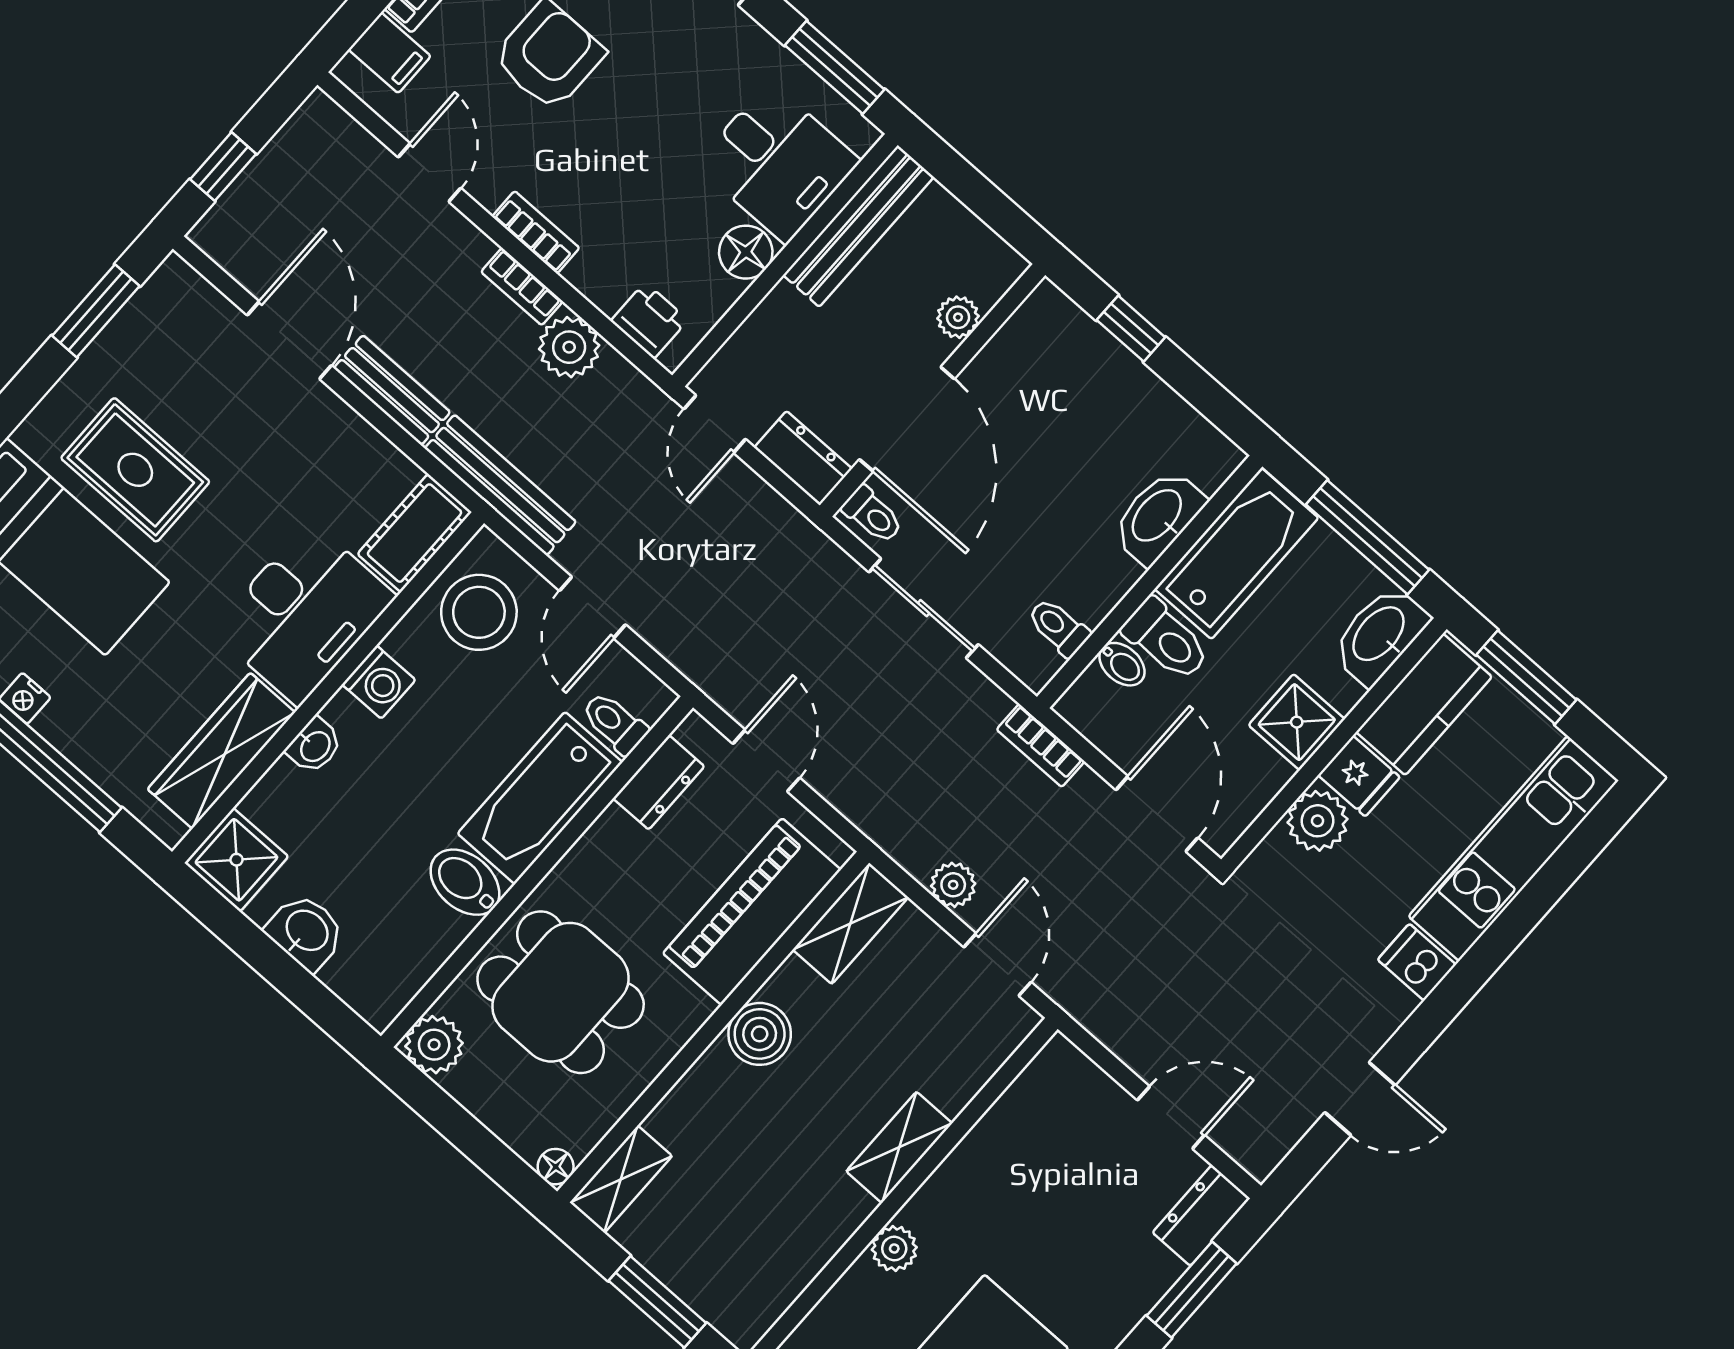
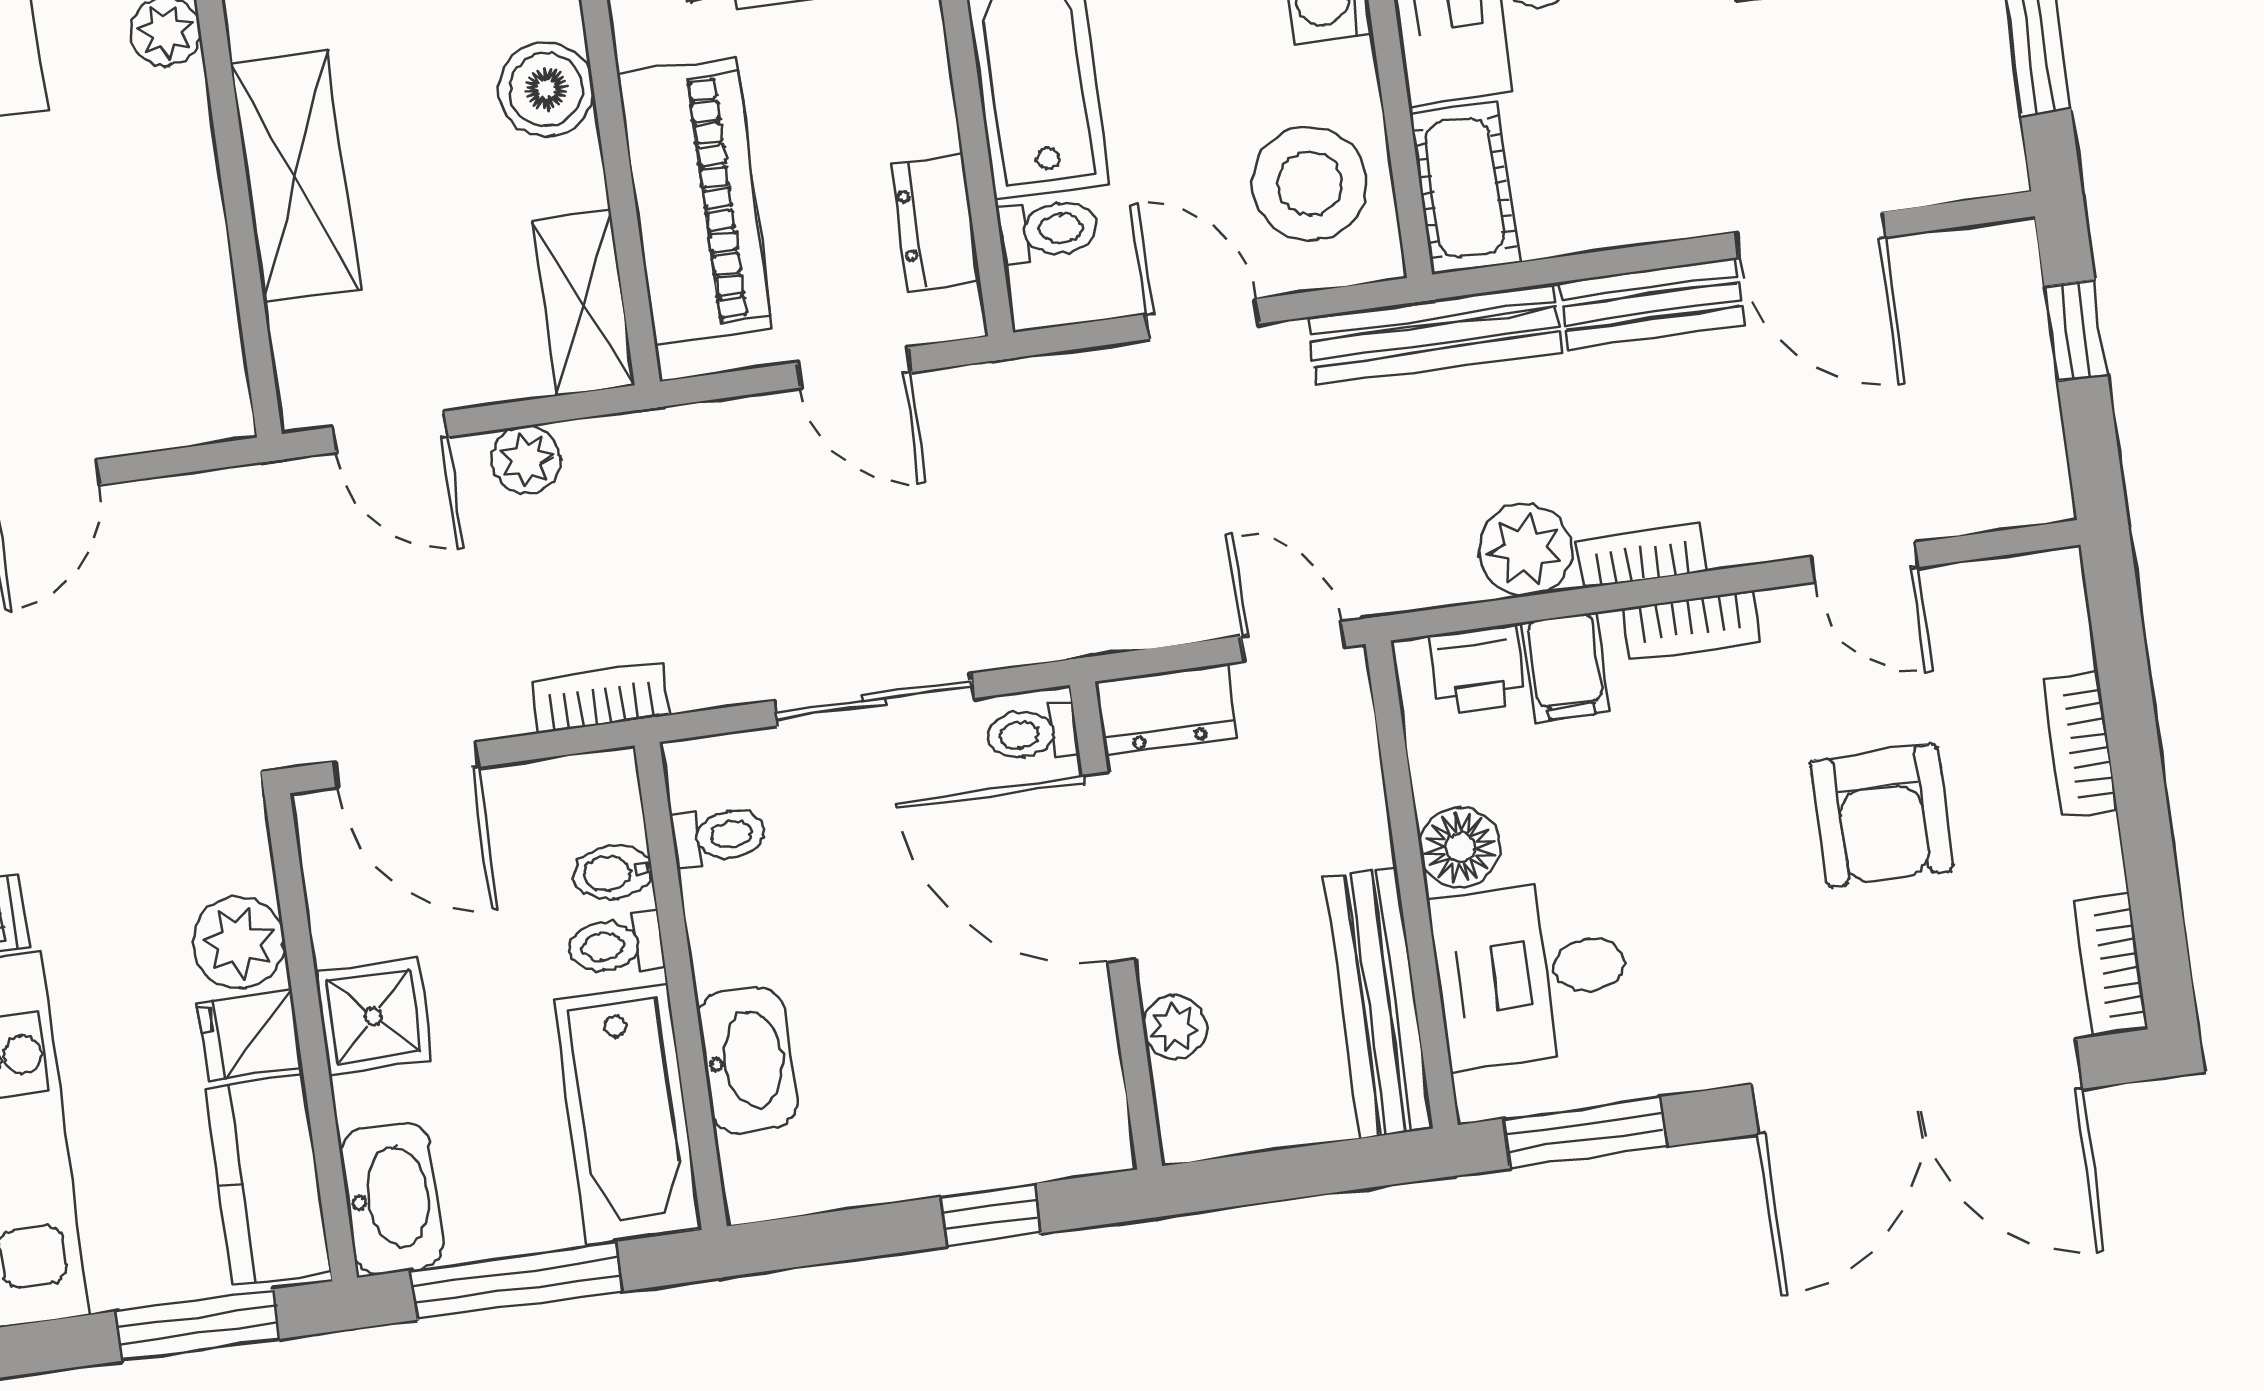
filing cabinet: (390, 53) -> (1566, 667), moved, turned -90
toilet: (1166, 640) -> (616, 945), width x0.73, depth x0.72
shelving: (899, 1147) -> (295, 176), width x1.50, depth x1.33

